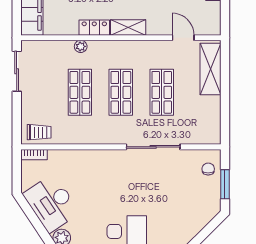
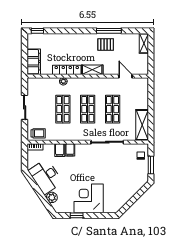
locker: (94, 28) -> (67, 70), width x1.53
shelving: (210, 69) -> (142, 125), moved
sliding door: (17, 71) -> (25, 107), moved
filing cabinet: (75, 160) -> (60, 150), added
filing cabinet: (92, 160) -> (70, 150), added

